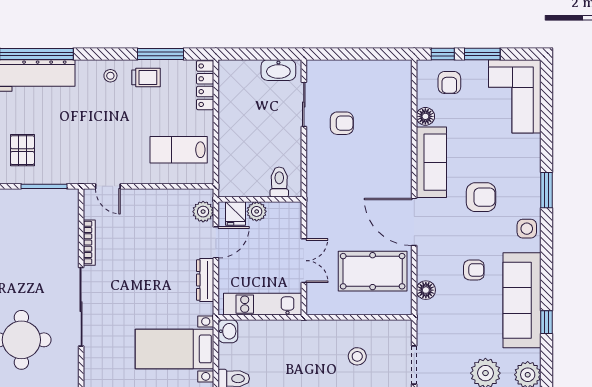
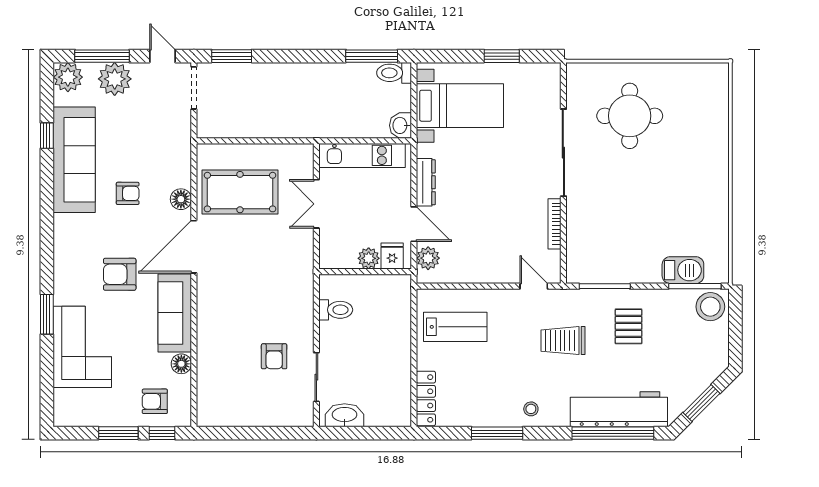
window: (160, 54) -> (497, 433), moved
trolley: (146, 77) -> (563, 341), moved, width x1.36, depth x1.39
armchair: (449, 83) -> (155, 401), turned -90
corner sofa: (515, 96) -> (82, 347), moved
armchair: (342, 123) -> (274, 356), turned -90
toilet: (279, 182) -> (336, 310), moved, turned -90
window: (547, 190) -> (47, 314), moved
door: (414, 222) -> (194, 247), swing flipped
side table: (527, 229) -> (69, 239), removed
door: (216, 242) -> (414, 224), swing flipped
armchair: (474, 270) -> (128, 193), turned 180
floor lamp: (426, 290) -> (181, 199), moved
stool: (357, 356) -> (257, 98), removed

